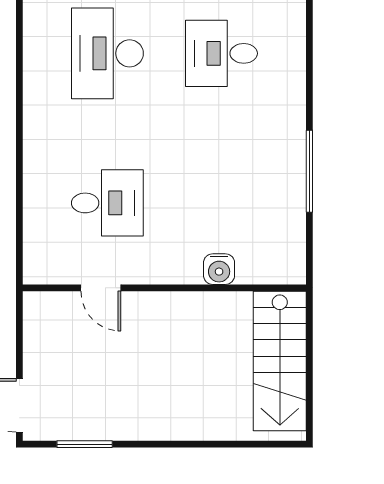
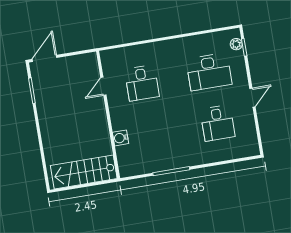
desk: (107, 53) -> (209, 72), turned 180
desk: (221, 53) -> (218, 123), turned 180

